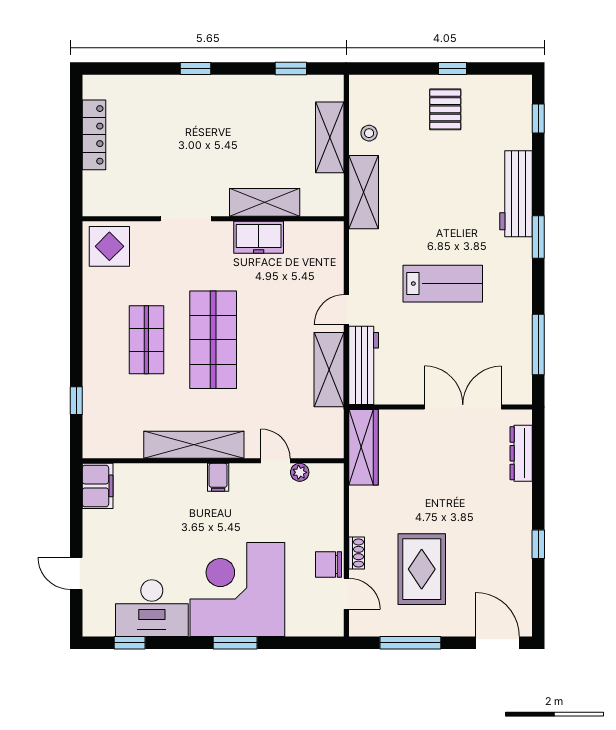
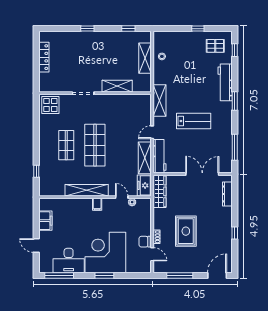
pallet: (445, 109) -> (215, 46), moved, turned 90
shelving: (364, 192) -> (160, 100), moved
freezer: (259, 237) -> (144, 185), moved, turned 90
filing cabinet: (98, 486) -> (45, 221), moved
rug: (422, 569) -> (186, 231), moved
window: (130, 643) -> (59, 275), width x2.17
door: (497, 643) -> (217, 275), hinge flipped

